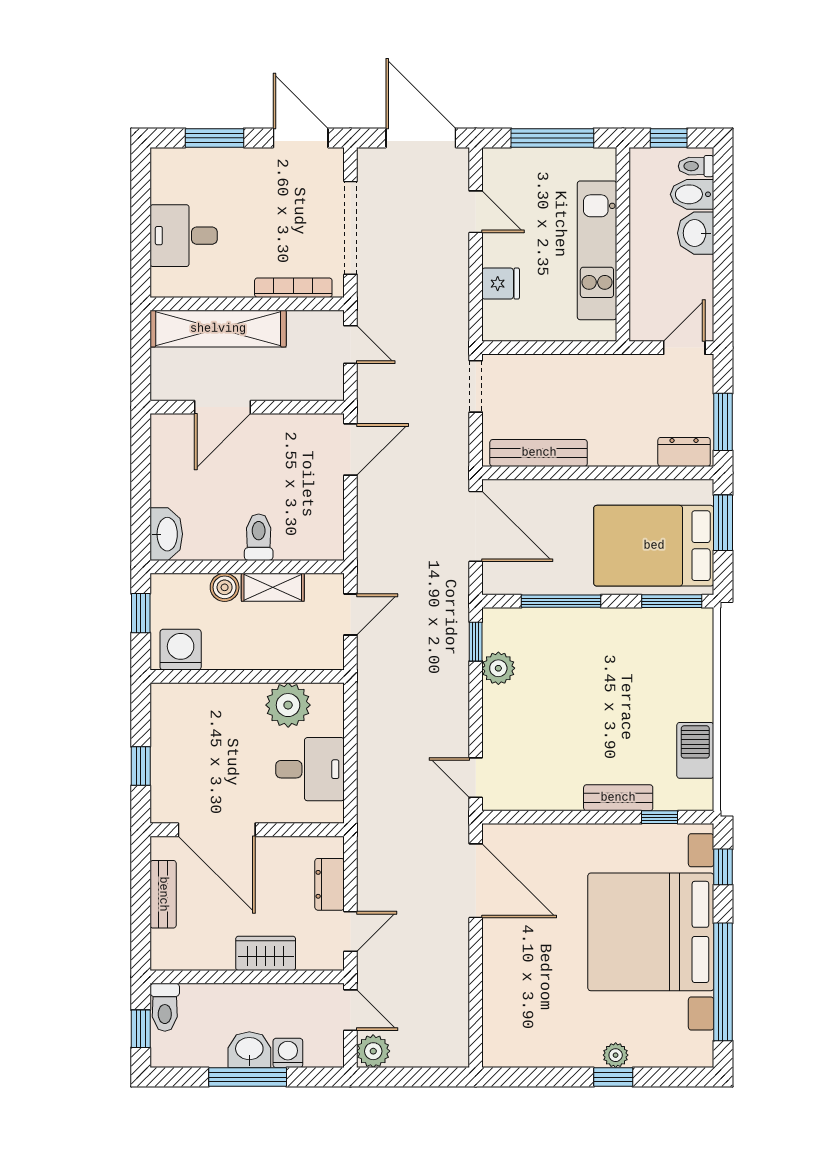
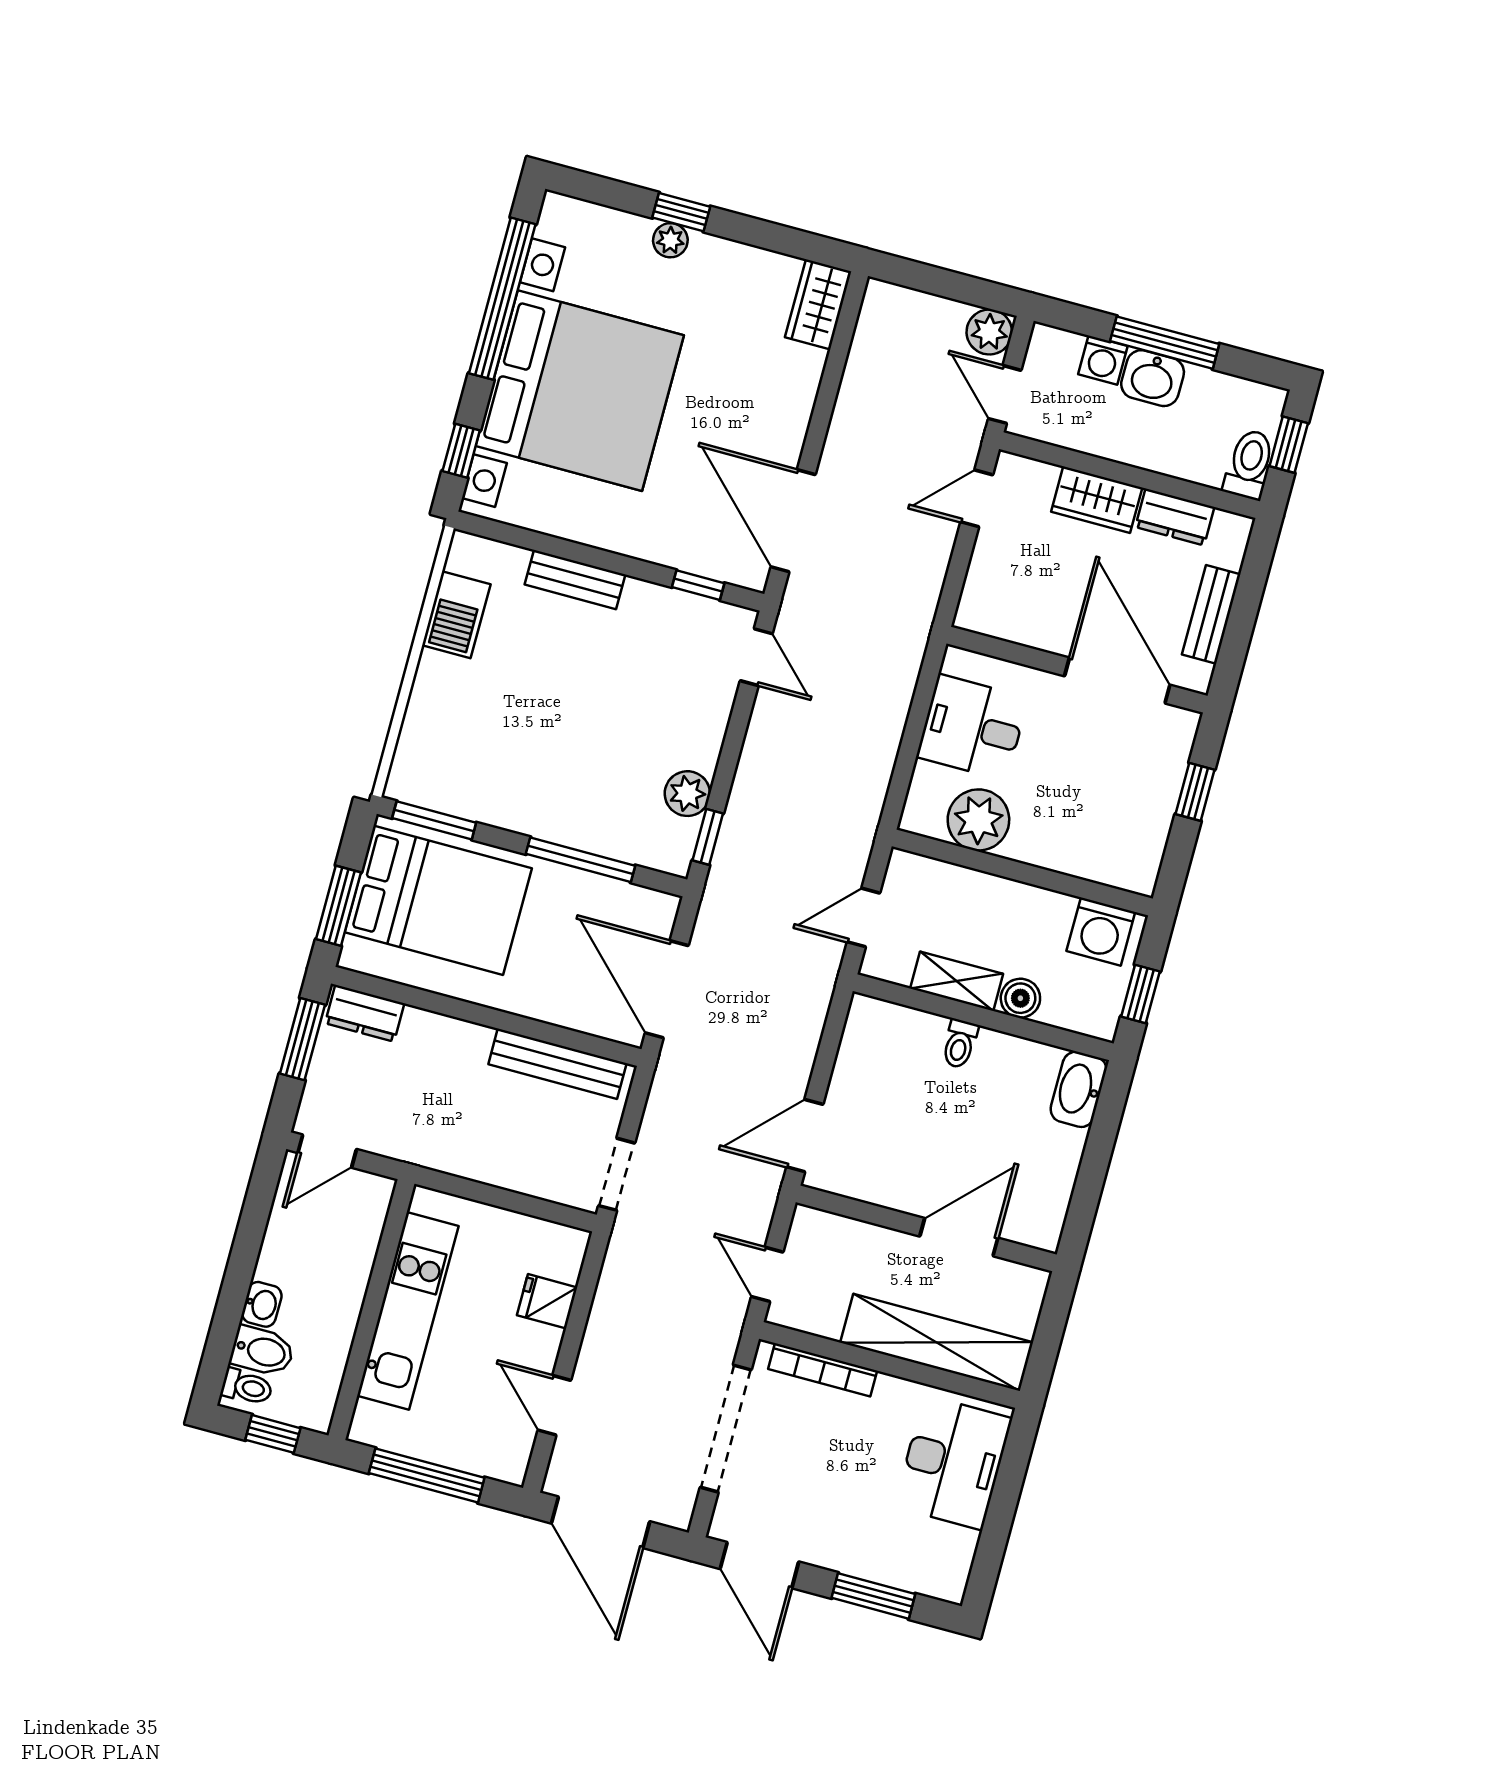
washbasin: (696, 233) -> (262, 1304), width x0.72, depth x0.69
desk: (184, 236) -> (953, 1462), width x1.37
toilet: (259, 537) -> (960, 1044), width x0.73, depth x0.72
window: (660, 817) -> (698, 585), moved
dresser: (330, 884) -> (1175, 517), moved, turned 90
wardrobe: (499, 1038) -> (818, 304), added

